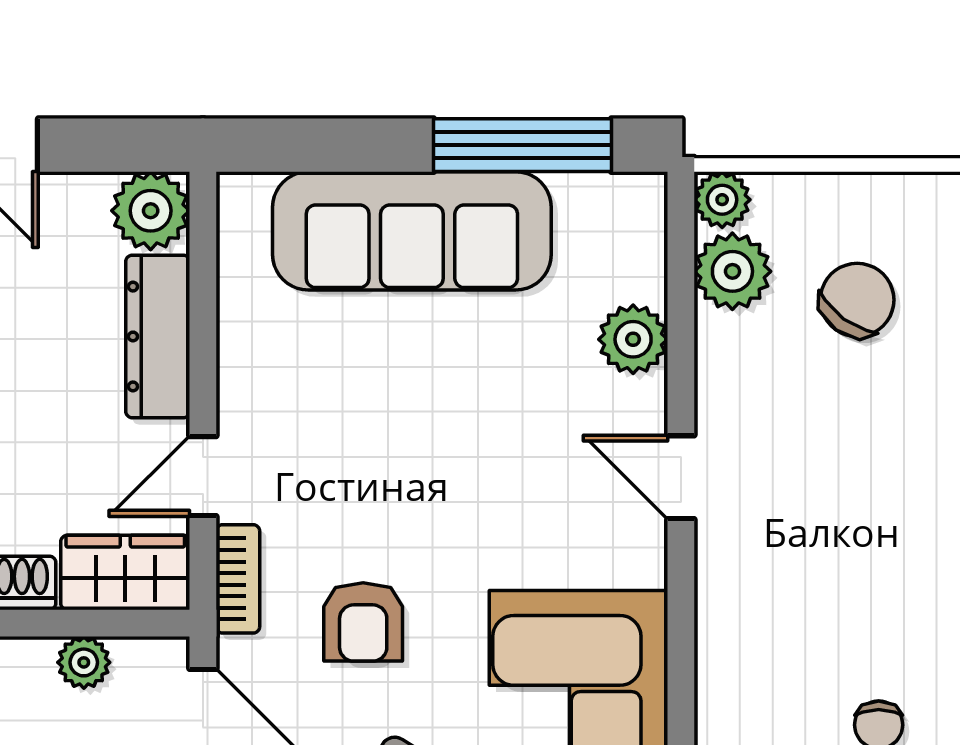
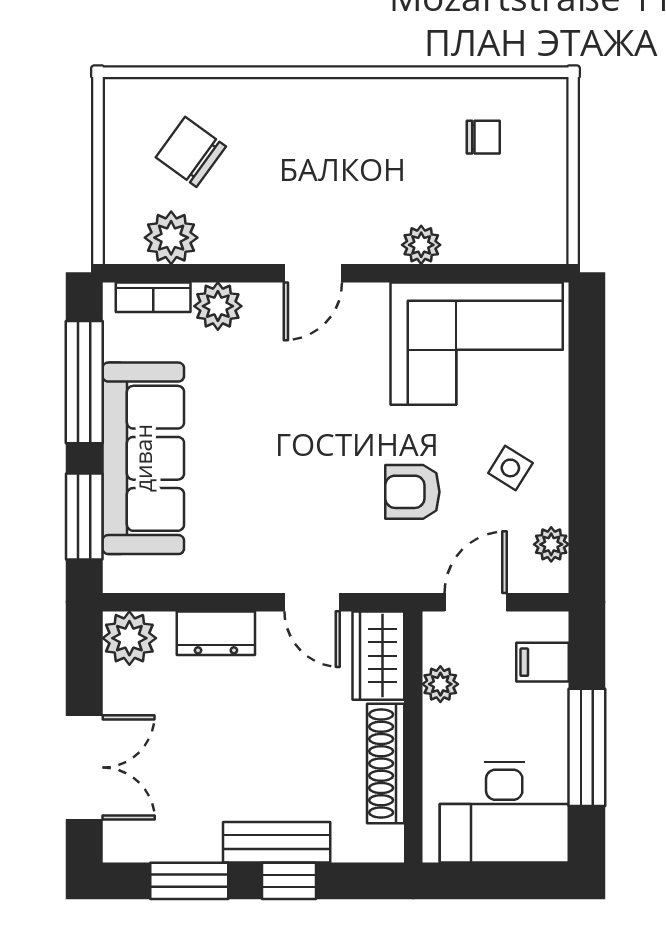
window: (327, 145) -> (84, 517), added
plant: (722, 200) -> (421, 245), moved
dresser: (158, 336) -> (216, 633), width x0.70
bookcase: (238, 579) -> (153, 297), moved, turned 180
armchair: (363, 622) -> (412, 492), turned 180

